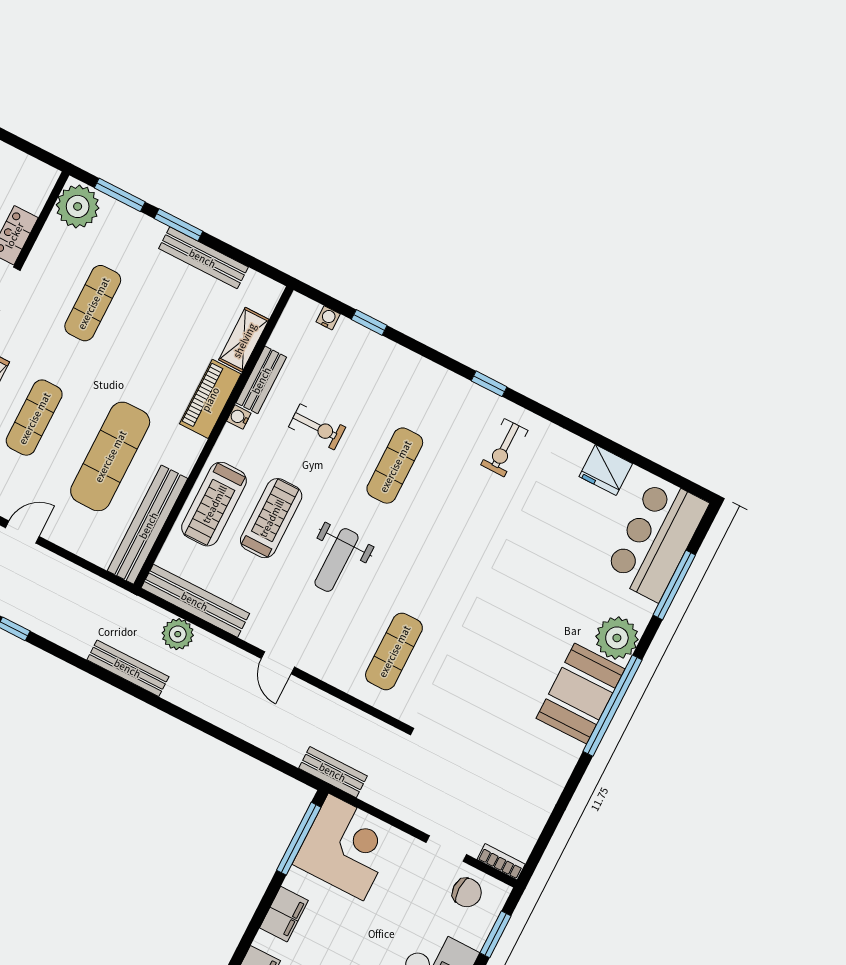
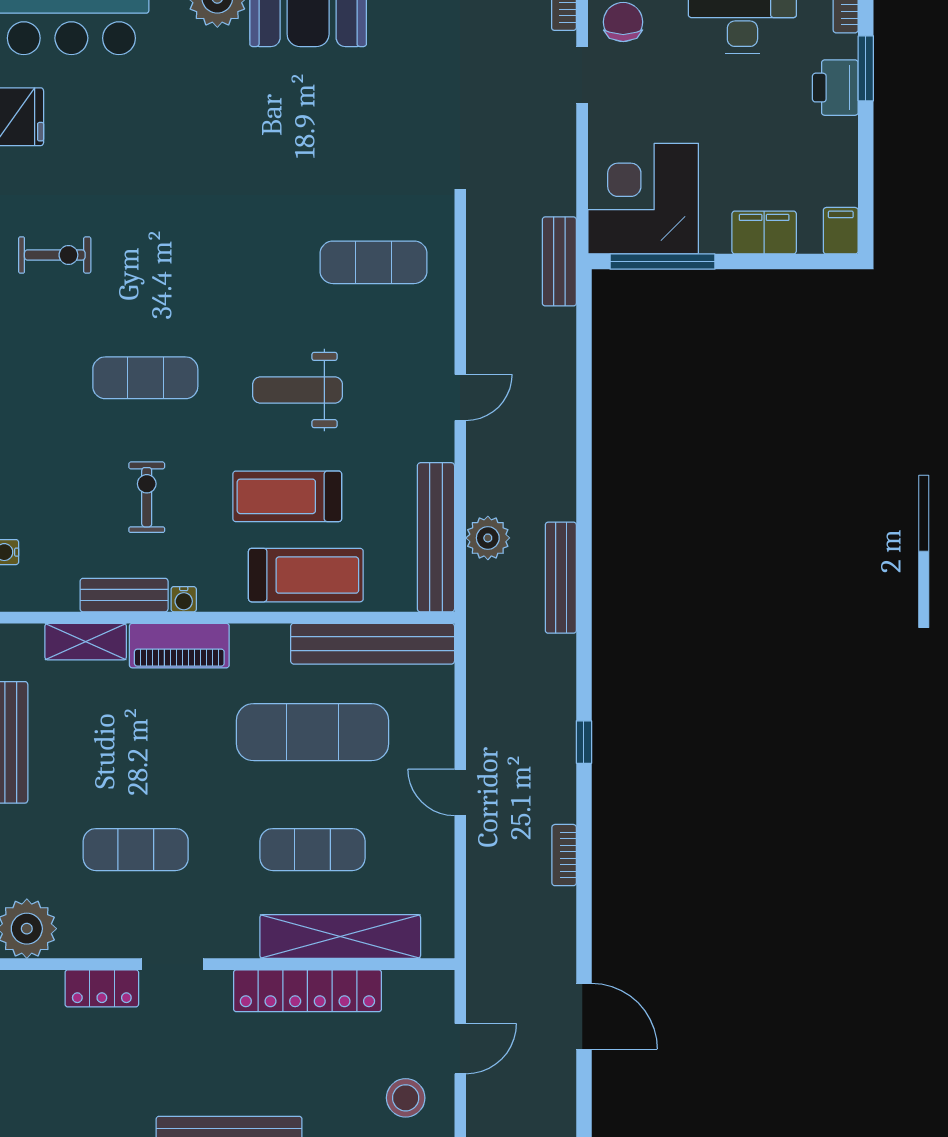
weight bench: (337, 560) -> (298, 390), turned 180

